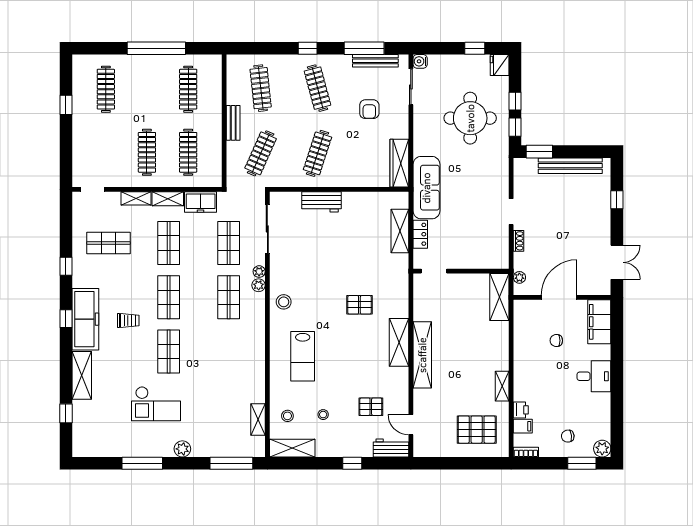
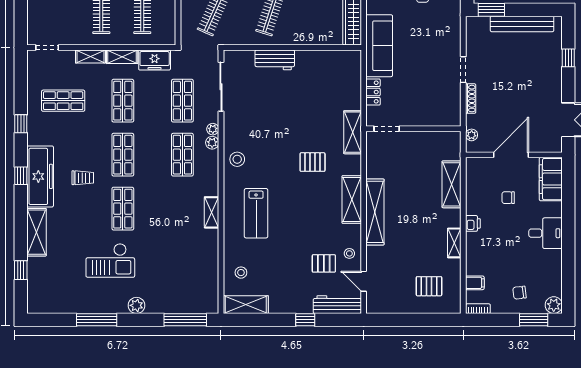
shelving: (400, 231) -> (353, 132), moved
shoe rack: (519, 241) -> (471, 99), width x1.43
shelving: (499, 297) -> (452, 184), moved
printer: (521, 410) -> (473, 223), moved
stool: (323, 415) -> (349, 253), moved
shelving: (258, 420) -> (212, 212), moved
pallet: (477, 430) -> (429, 286), width x0.67, depth x0.71
workbench: (391, 448) -> (337, 305), width x1.38

